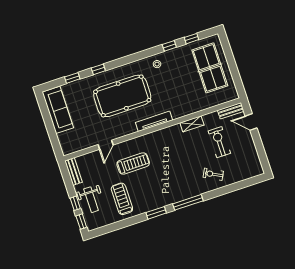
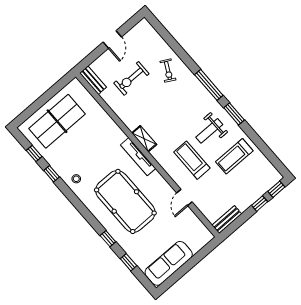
door: (251, 122) -> (112, 39), moved
shelving: (192, 124) -> (144, 139), moved
door: (106, 145) -> (184, 197), swing flipped
weight bench: (91, 200) -> (209, 131), moved, turned 180

